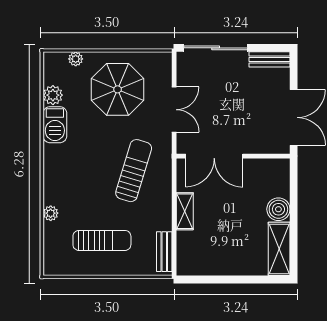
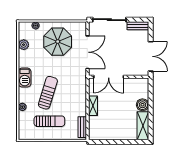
double door: (174, 110) -> (87, 52), width x1.37
barbecue: (55, 125) -> (25, 78), moved
sun lounger: (134, 171) -> (48, 93), moved

